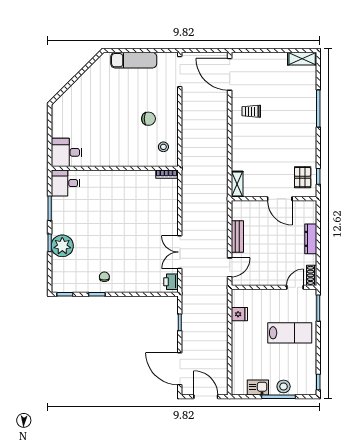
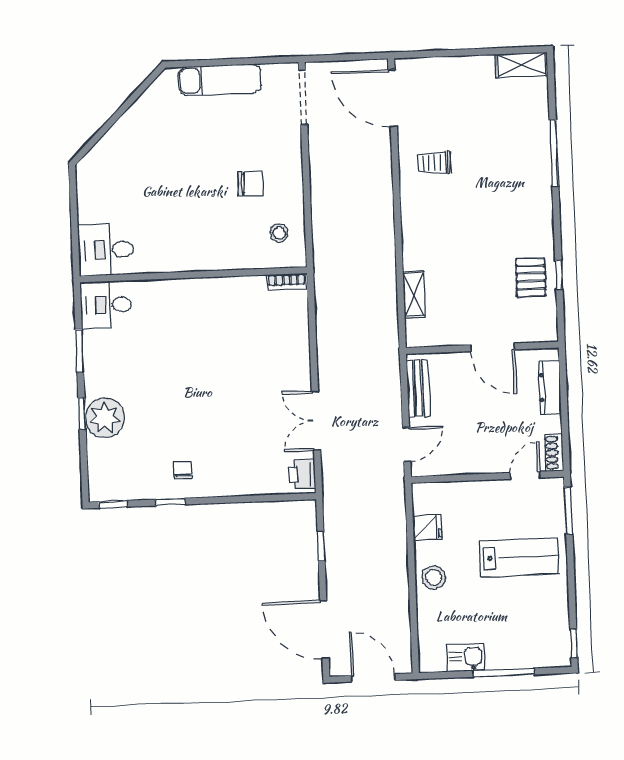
wall: (274, 199) -> (482, 348), moved
door: (280, 199) -> (493, 347), moved
stool: (284, 386) -> (434, 577), moved

